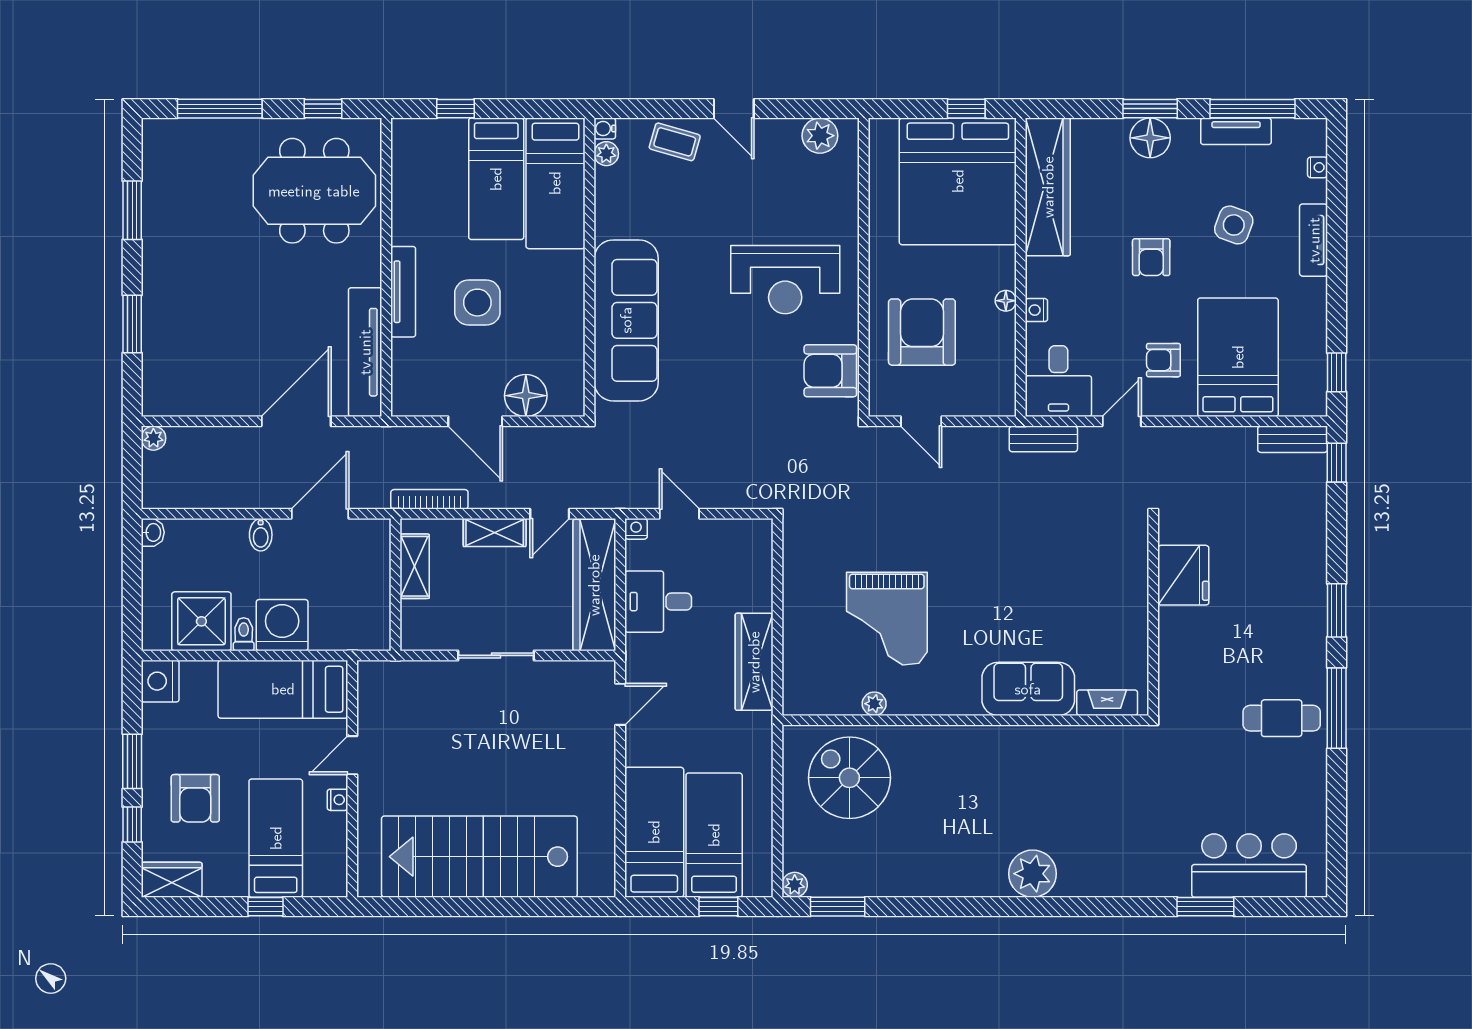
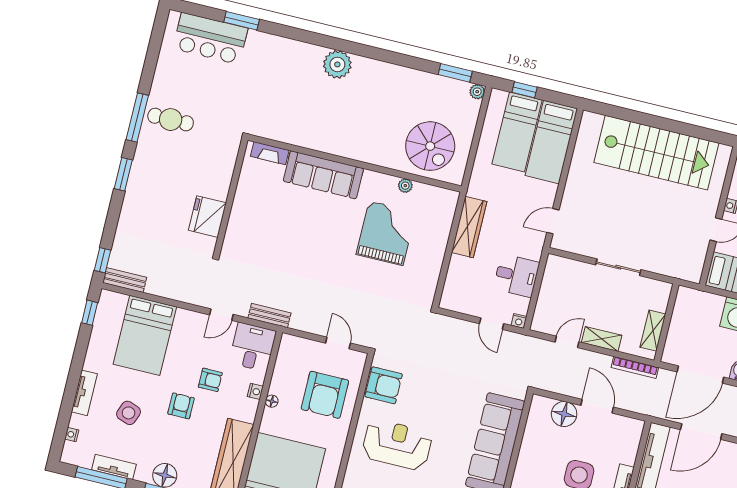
armchair: (1163, 360) -> (210, 380), moved
door: (320, 514) -> (700, 374), width x1.36
wardrobe: (594, 585) -> (551, 294), removed
sofa: (1028, 689) -> (323, 175), width x1.36

